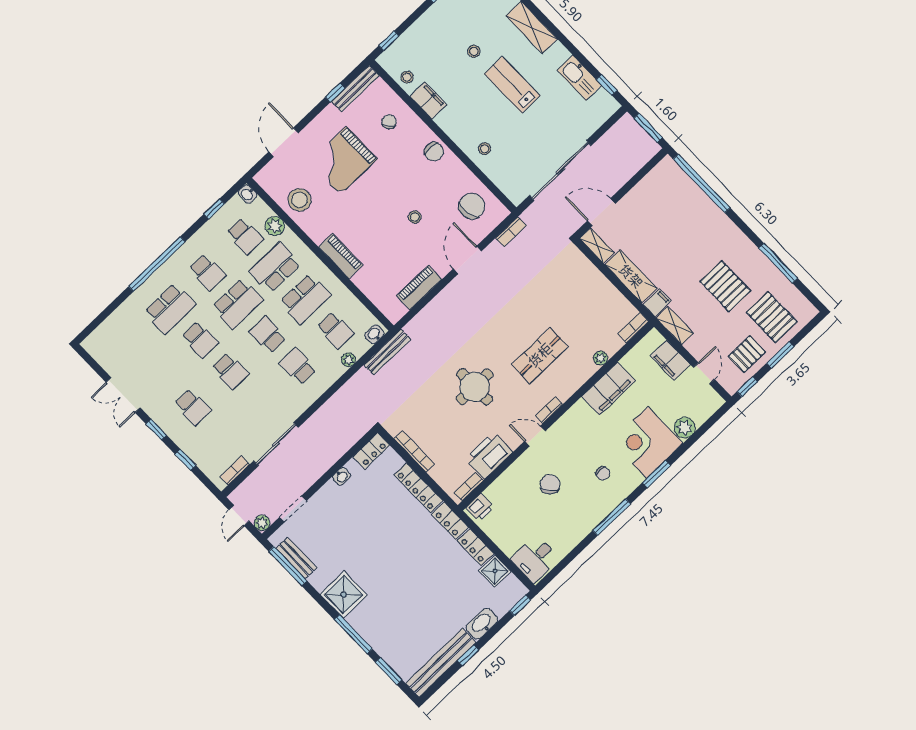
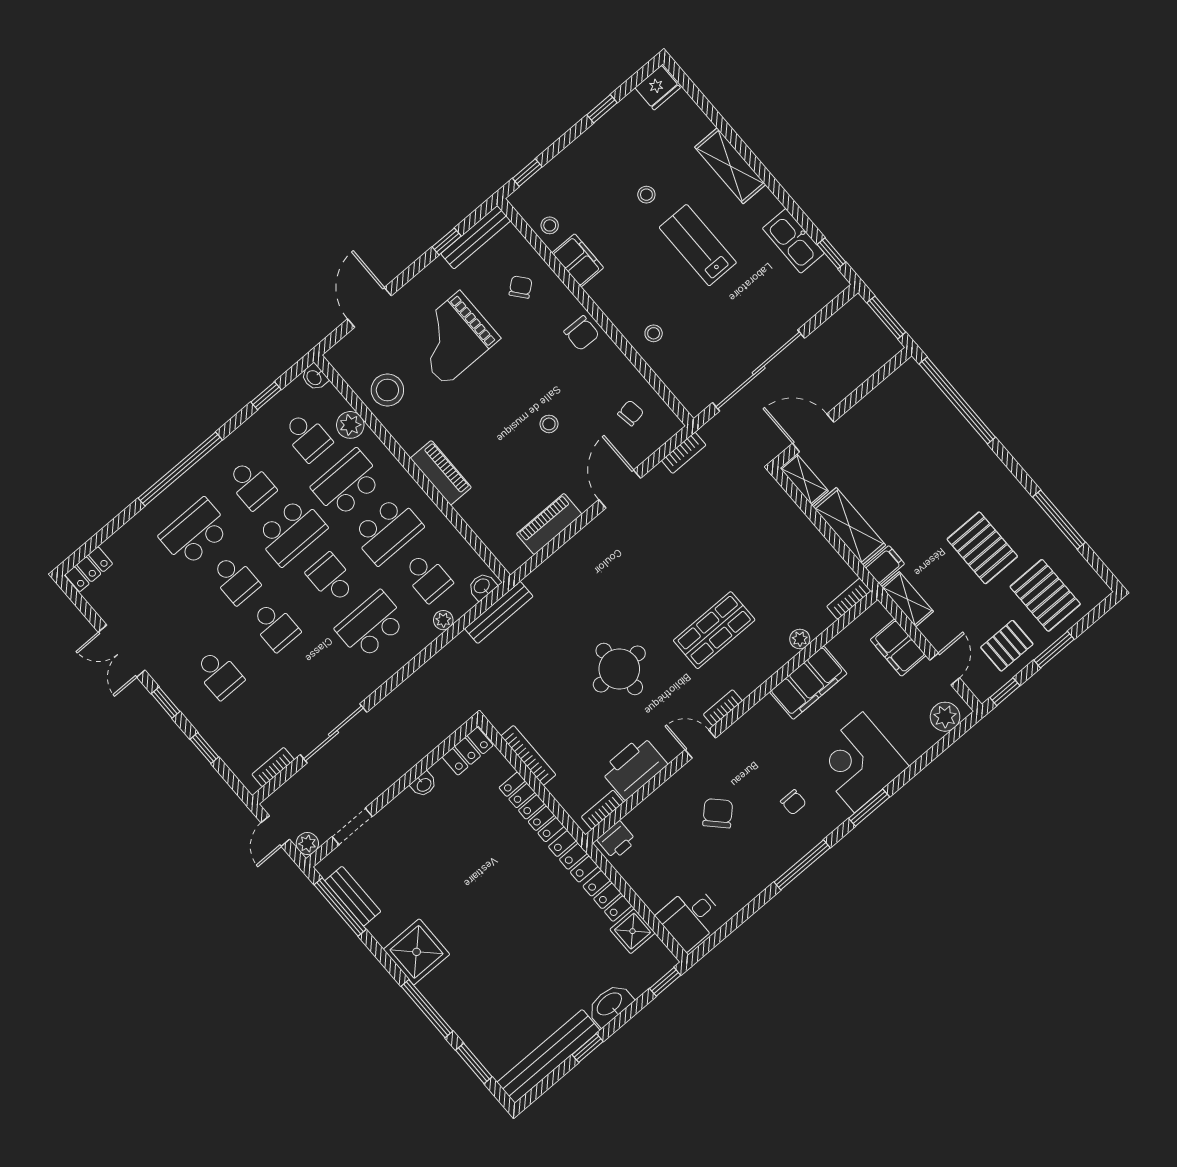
chair: (472, 206) -> (631, 413), width x0.54, depth x0.54
school desk: (170, 308) -> (195, 532), turned 180
locker: (97, 339) -> (89, 569), added
school desk: (298, 366) -> (371, 625), width x1.85
plant: (685, 428) -> (945, 717), moved

